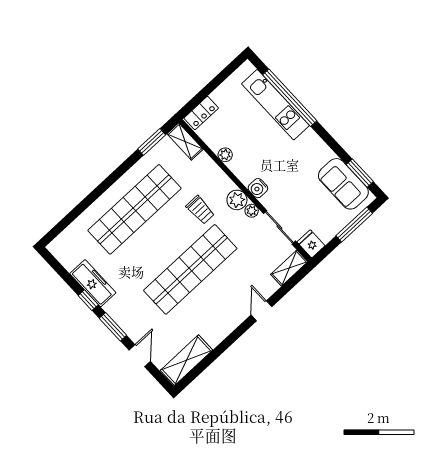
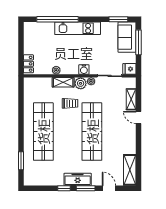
kitchen unit: (275, 105) -> (78, 28), moved
window: (152, 142) -> (21, 161), moved
shelving: (185, 142) -> (63, 82), moved
sofa: (343, 184) -> (127, 37), moved, turned 90
shelving: (289, 268) -> (131, 99), moved
freezer: (93, 283) -> (78, 179), moved

